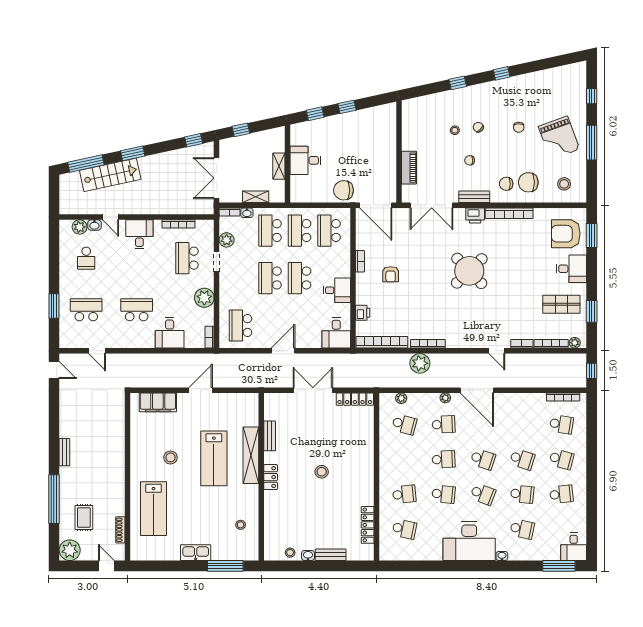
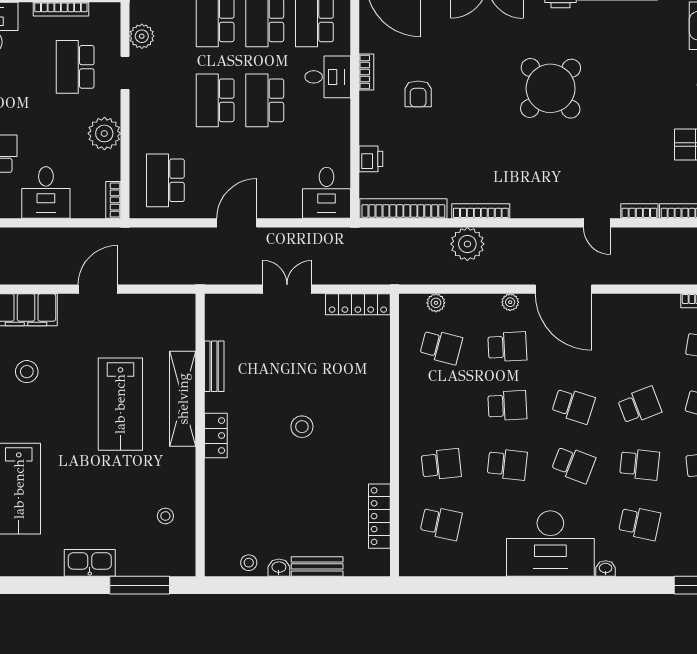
desk: (337, 290) -> (328, 77), moved
double door: (313, 390) -> (287, 289), width x0.73
stool: (170, 457) -> (27, 372), moved
school desk: (522, 459) -> (640, 406), turned -39

